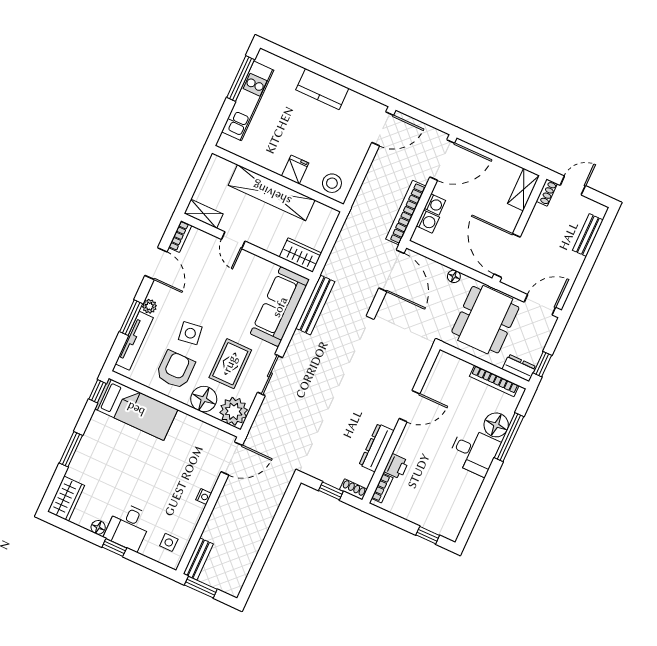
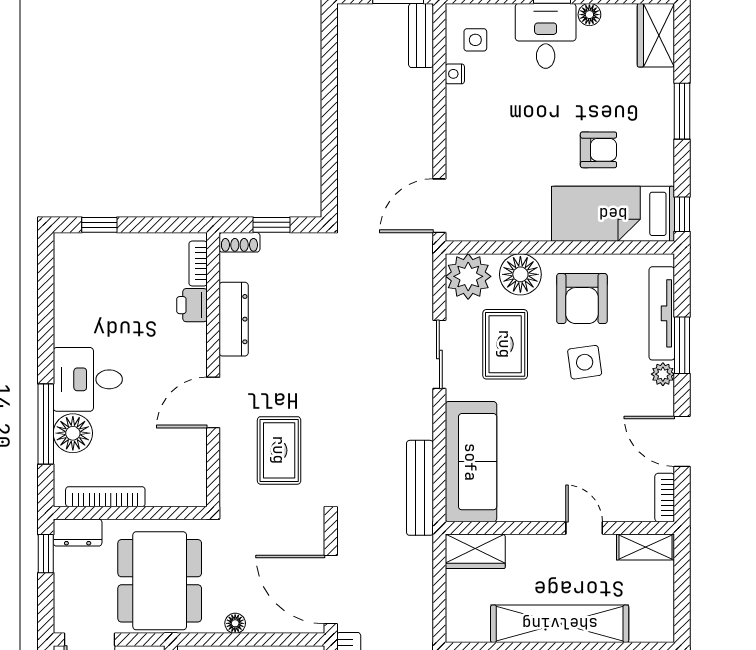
rug: (385, 362) -> (279, 450), added
armchair: (128, 449) -> (598, 150), added
nightstand: (204, 497) -> (455, 74), moved

